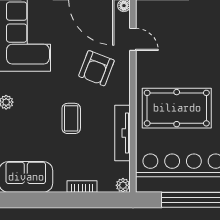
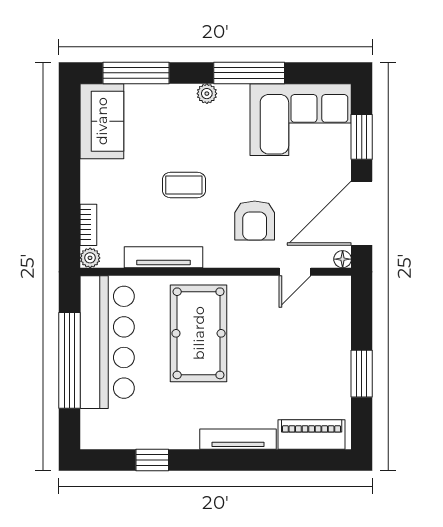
armchair: (96, 68) -> (255, 221), turned -111
bookcase: (82, 186) -> (88, 225), moved

